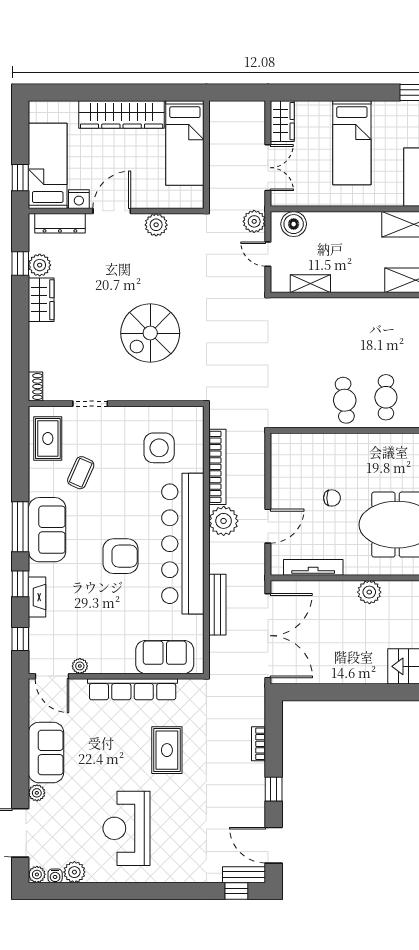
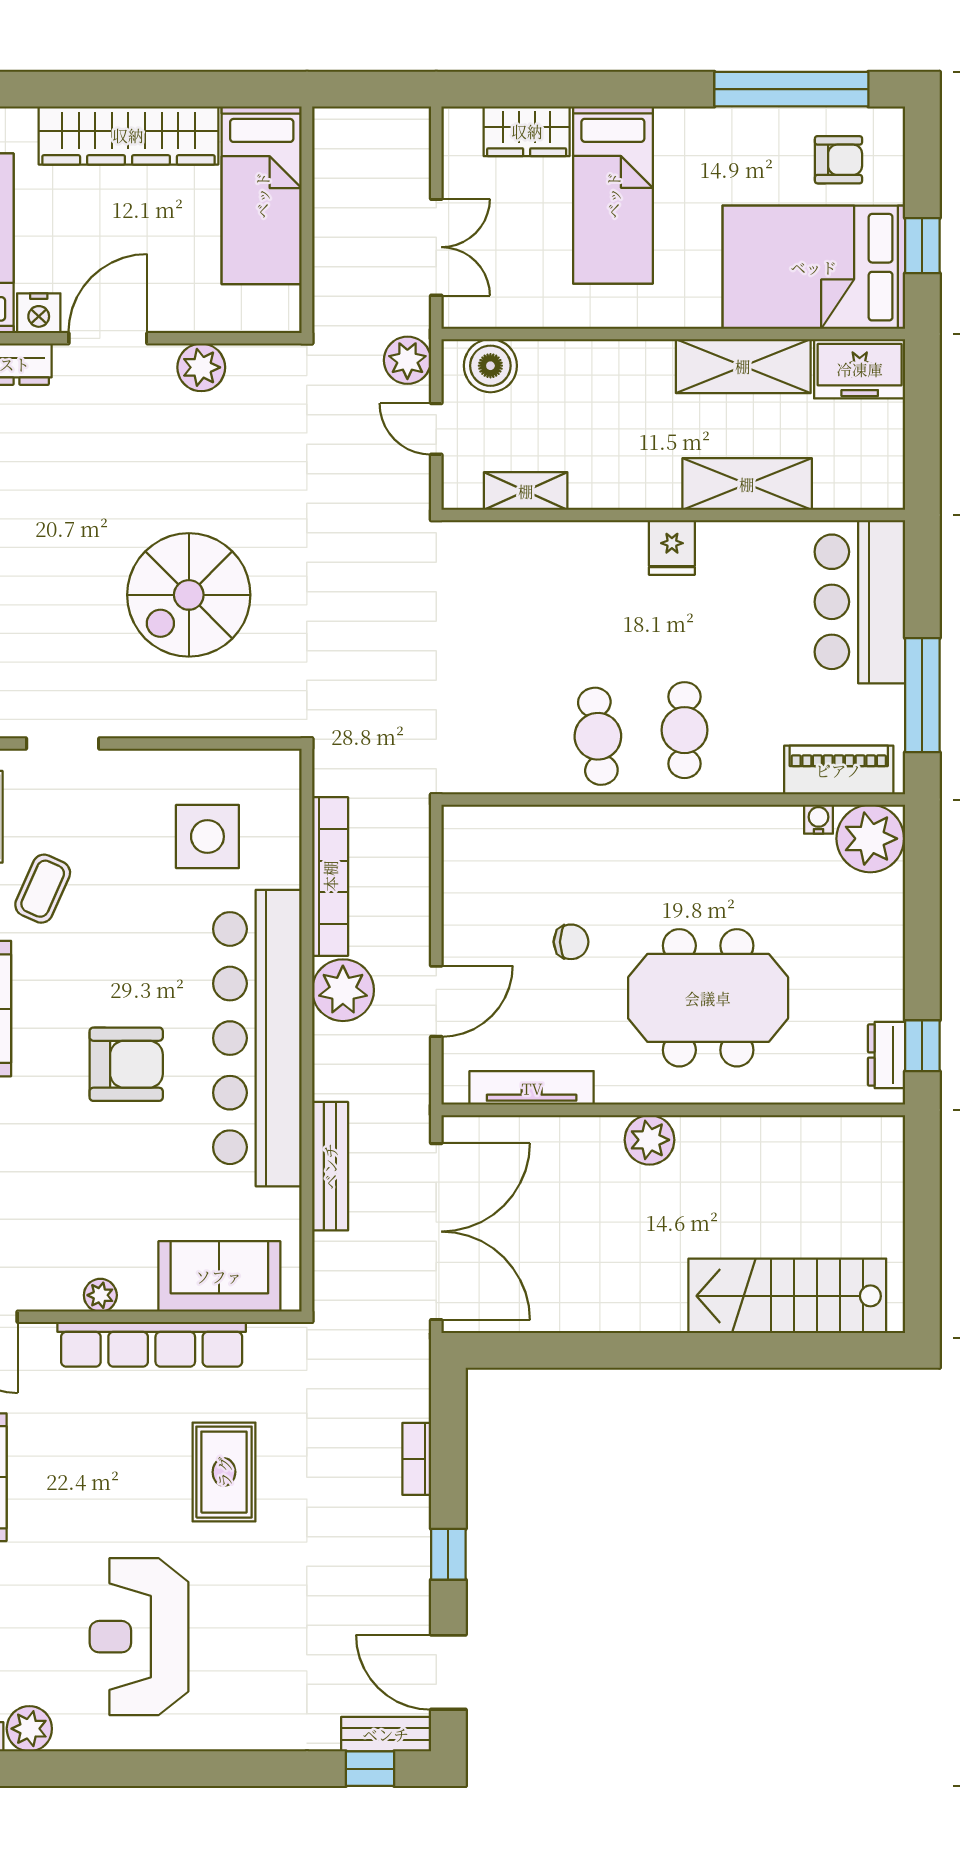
wardrobe: (282, 121) -> (527, 131), moved, turned 90
fridge: (380, 310) -> (672, 548), added
plant: (80, 666) -> (100, 1295), moved

